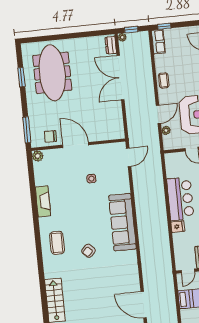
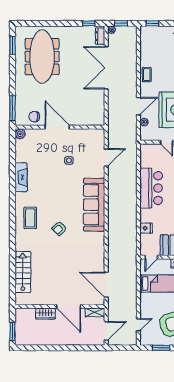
window: (98, 33) -> (89, 23), added
row of seats: (158, 42) -> (145, 37), removed
window: (21, 77) -> (12, 45), moved
door: (129, 157) -> (106, 157), moved
fridge: (178, 227) -> (146, 228), moved

